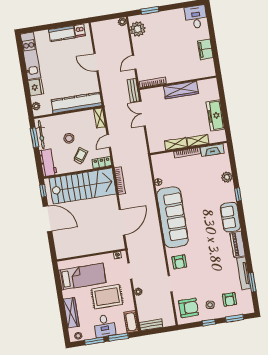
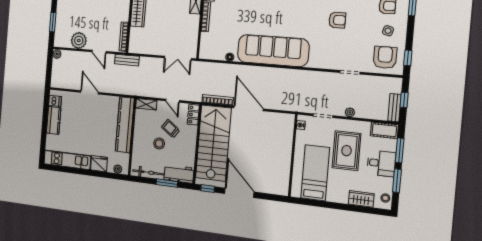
plant: (138, 29) -> (79, 41), moved
door: (96, 62) -> (90, 92), swing flipped
double door: (143, 114) -> (178, 58), moved
window: (34, 138) -> (167, 183), moved
shelving: (176, 144) -> (193, 27), removed
trolley: (80, 156) -> (171, 129), moved
door: (48, 219) -> (239, 193), hinge flipped
door: (122, 222) -> (249, 108), moved
armchair: (179, 262) -> (337, 20), moved
wardrobe: (71, 313) -> (361, 199), width x0.67
window: (209, 322) -> (408, 58), moved
window: (159, 331) -> (404, 100), added

